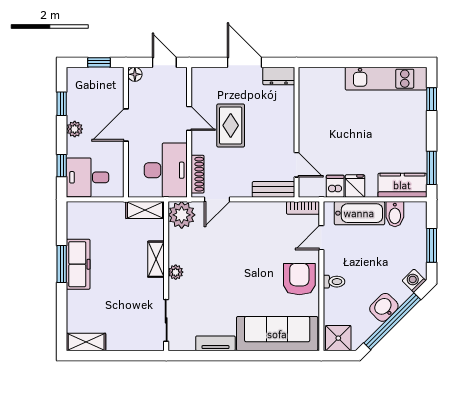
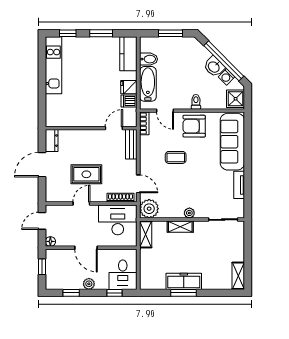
window: (432, 168) -> (101, 33), moved
coffee table: (255, 253) -> (176, 157), added
washing machine: (414, 281) -> (227, 77), moved

